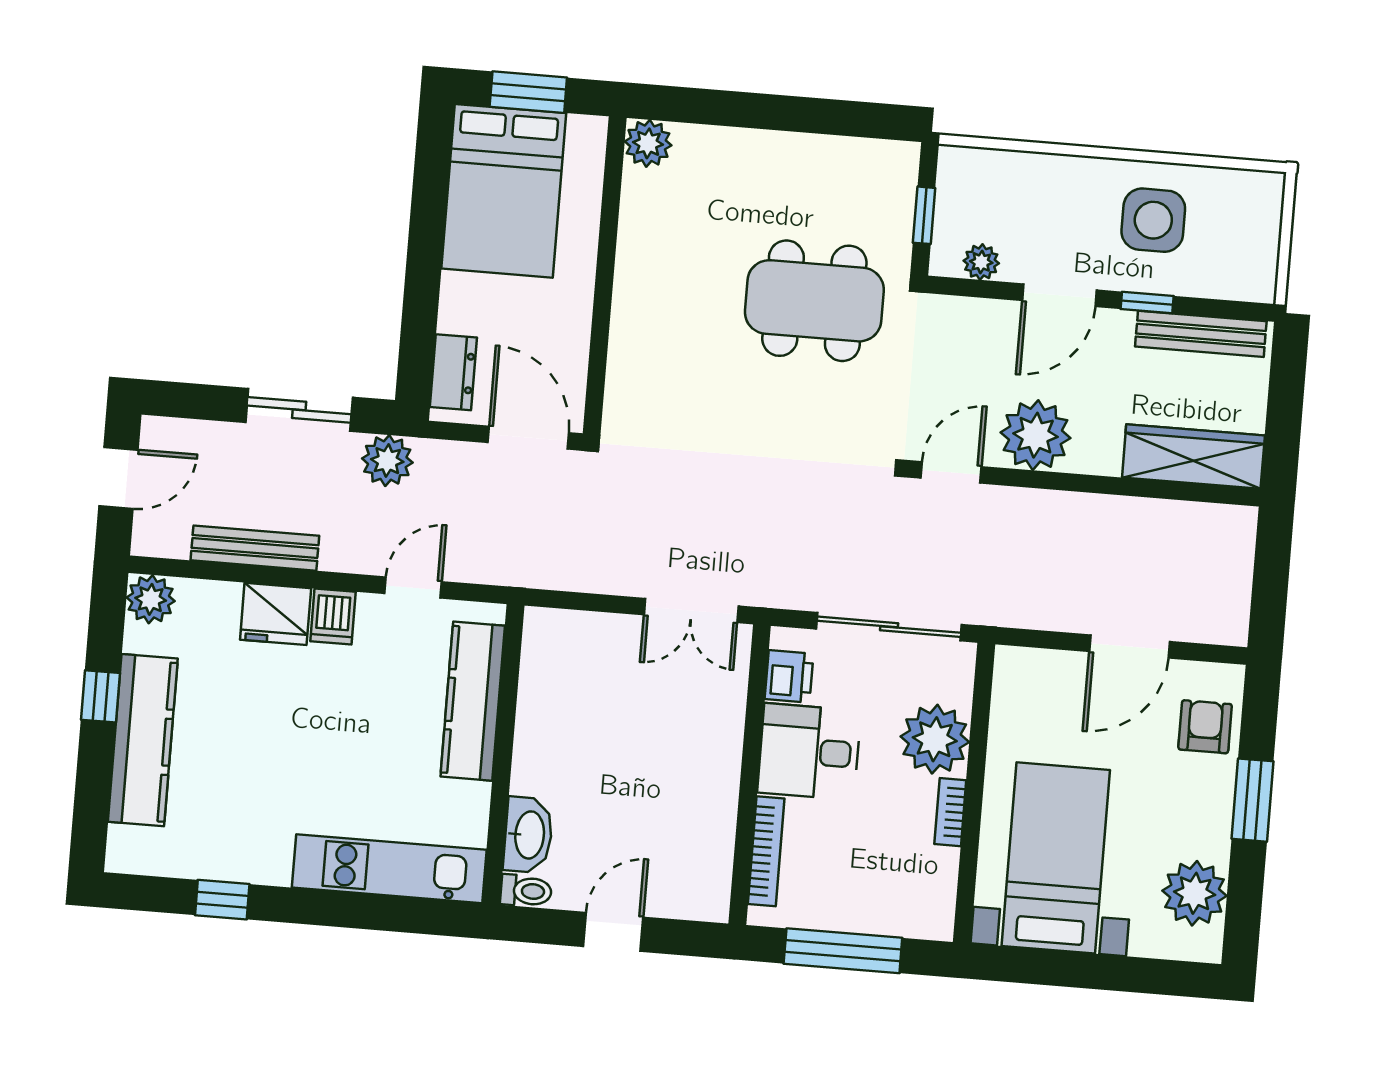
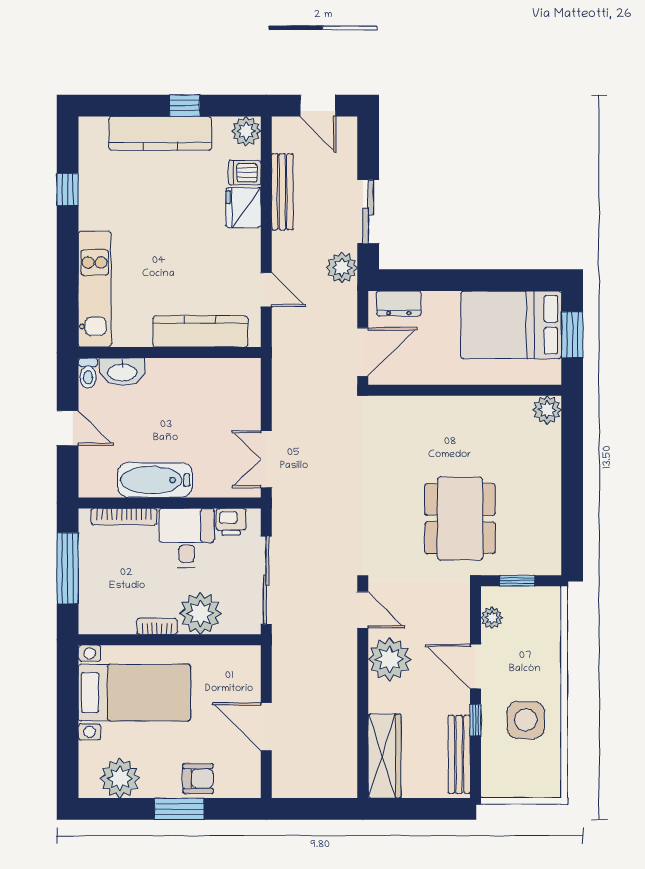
dishwasher: (333, 616) -> (245, 173), moved
armchair: (1205, 727) -> (198, 778), moved
bathtub: (710, 796) -> (155, 480), added

